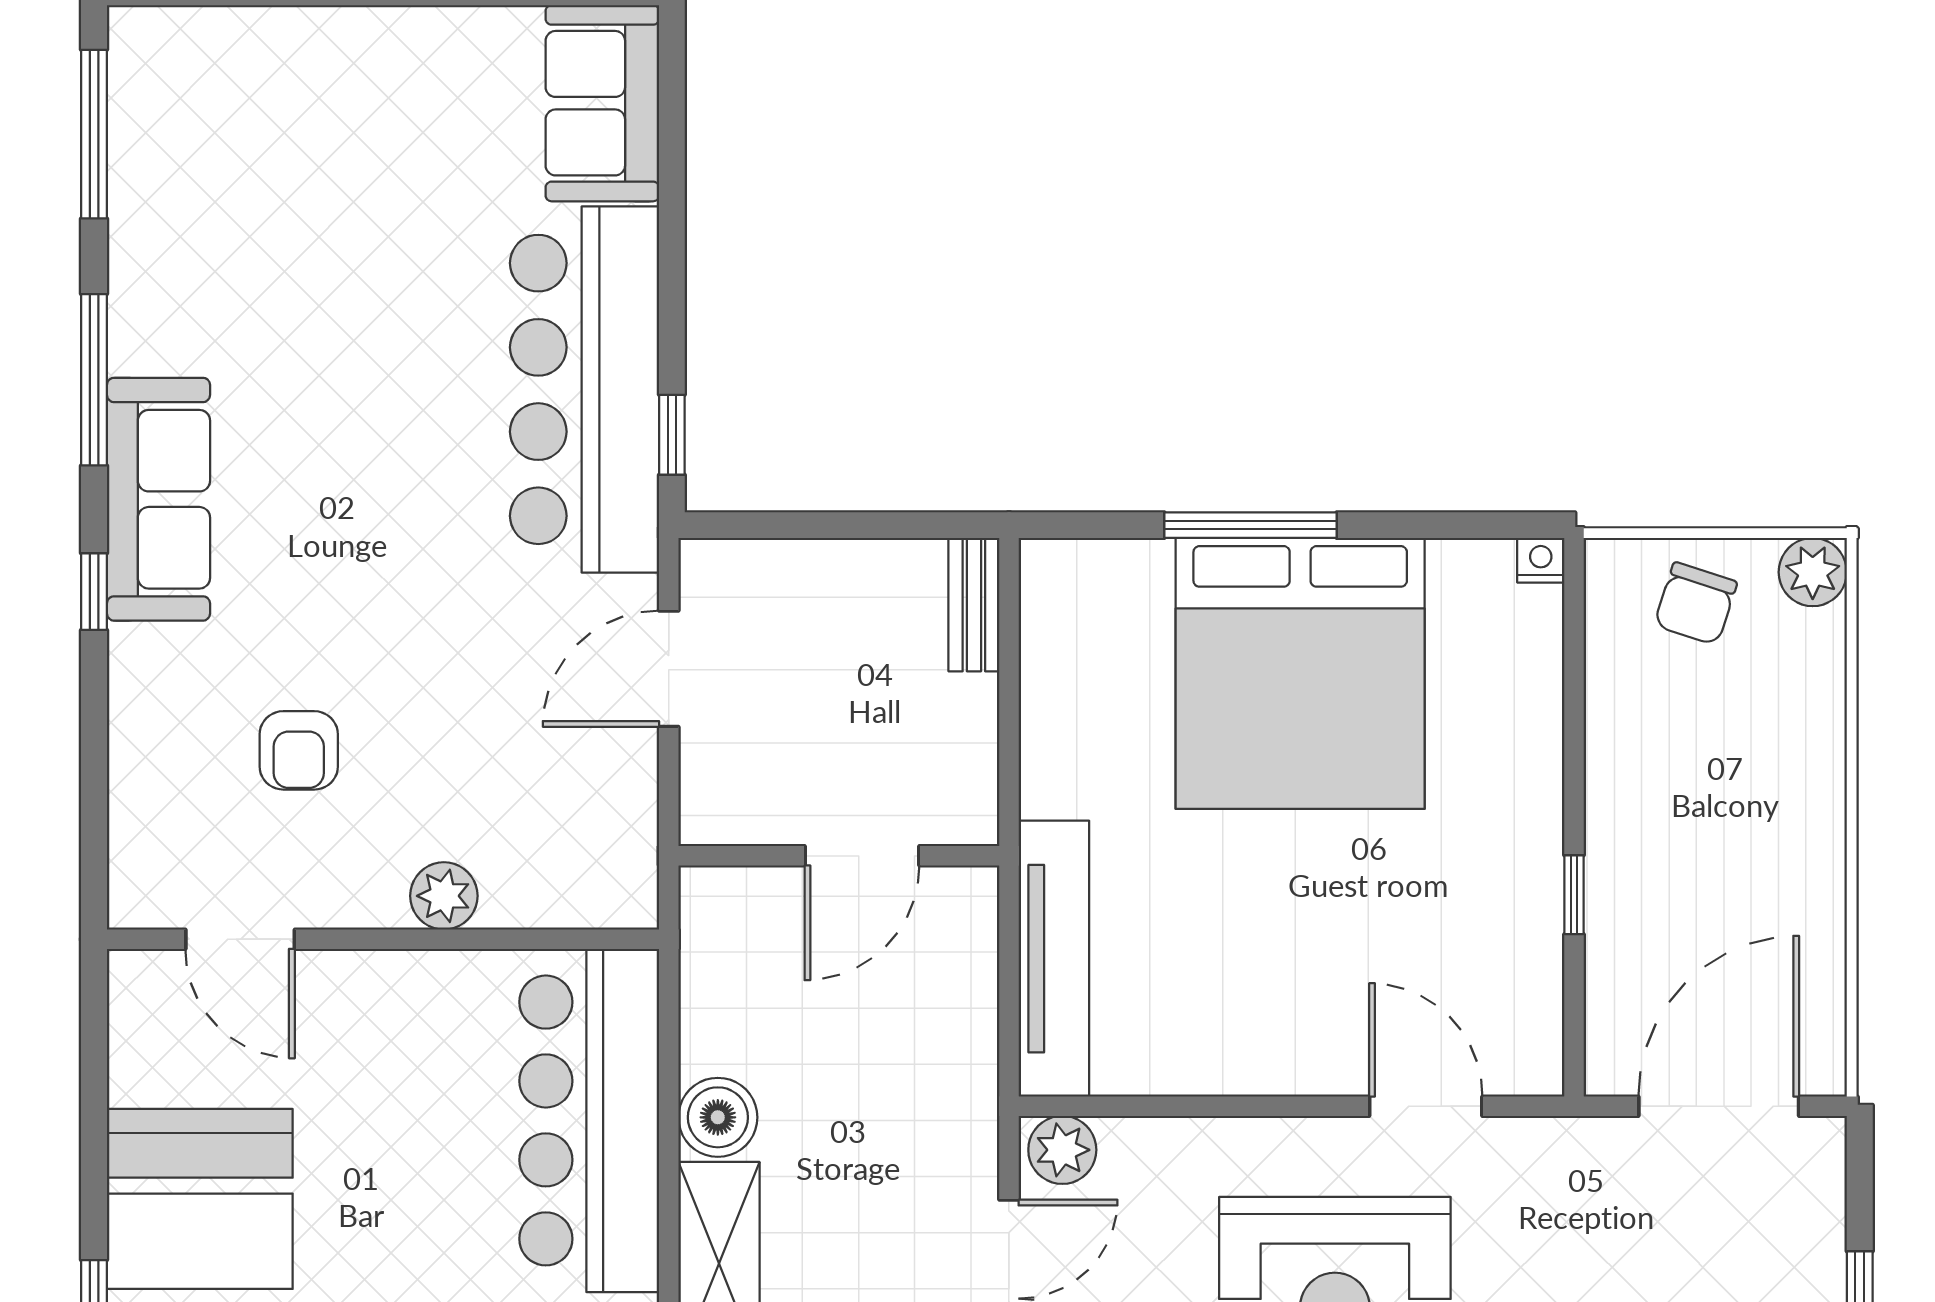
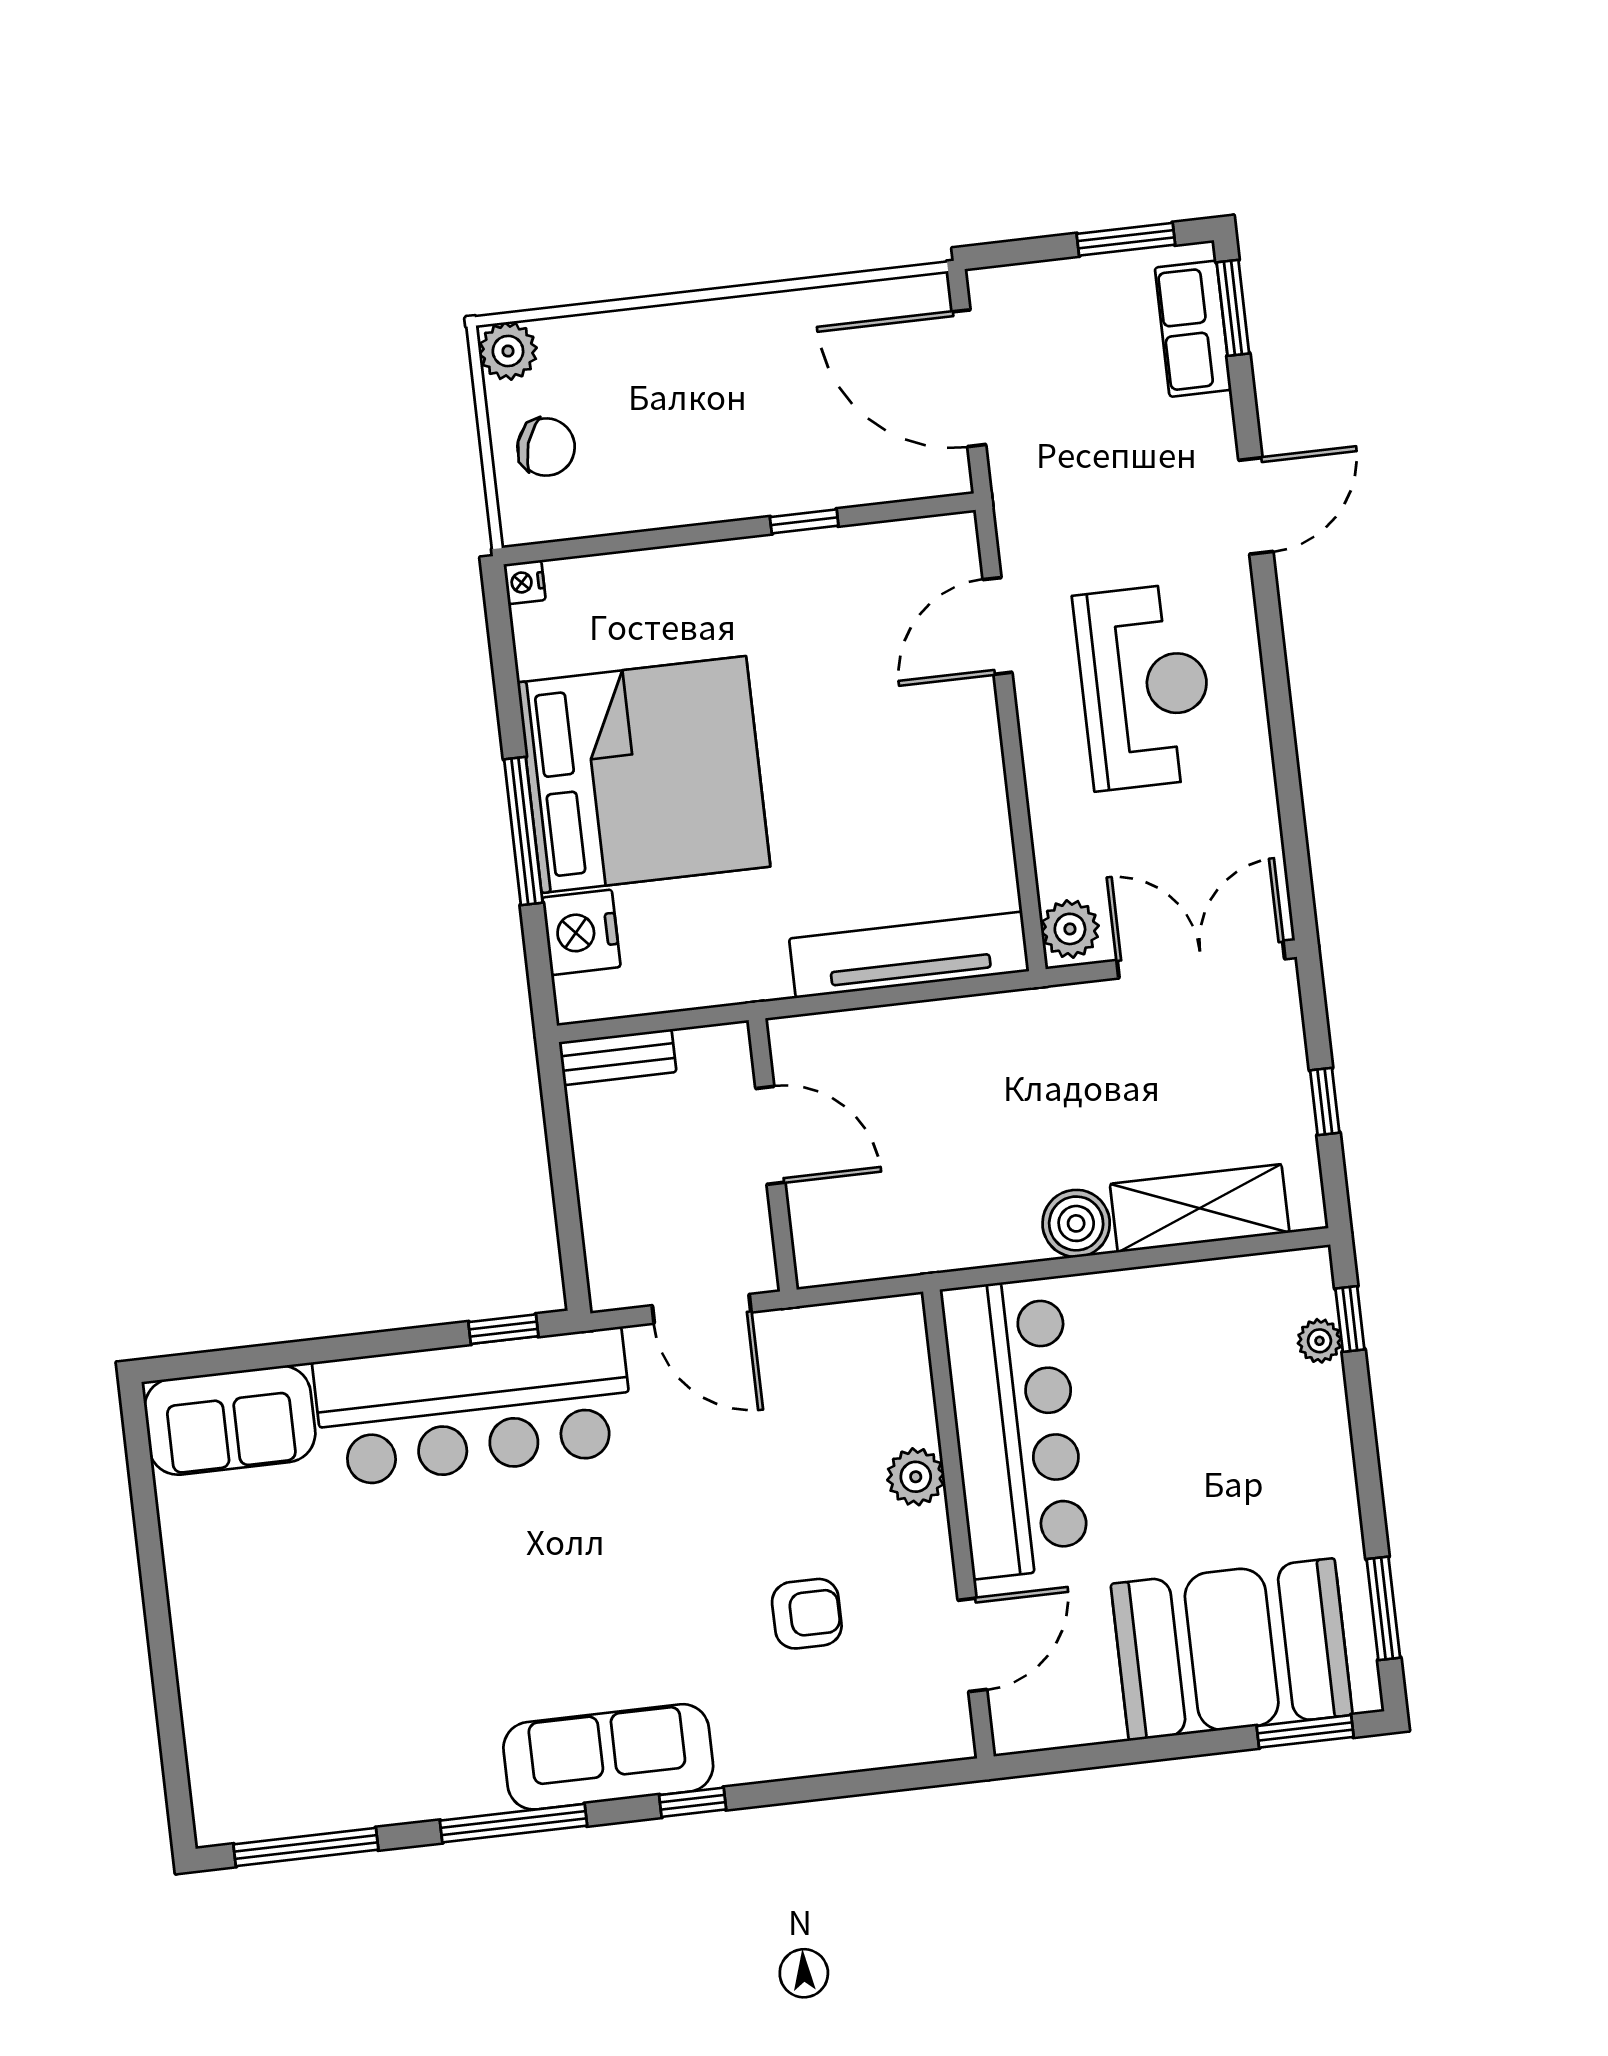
nightstand: (1124, 579) -> (581, 932), added
wall: (839, 856) -> (773, 1155), moved
door: (862, 856) -> (770, 1135), moved
bar counter: (589, 1120) -> (1015, 1428), moved, turned -90

